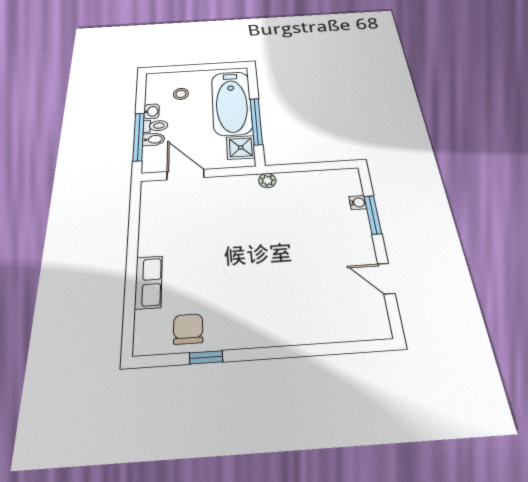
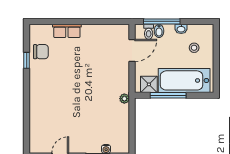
toilet: (155, 126) -> (149, 32), moved

